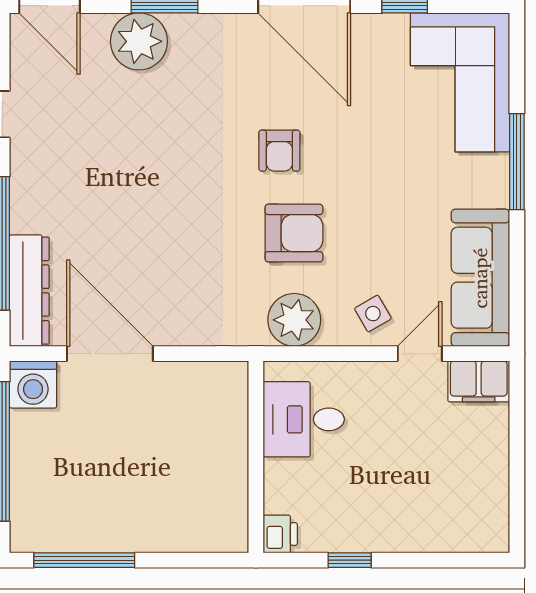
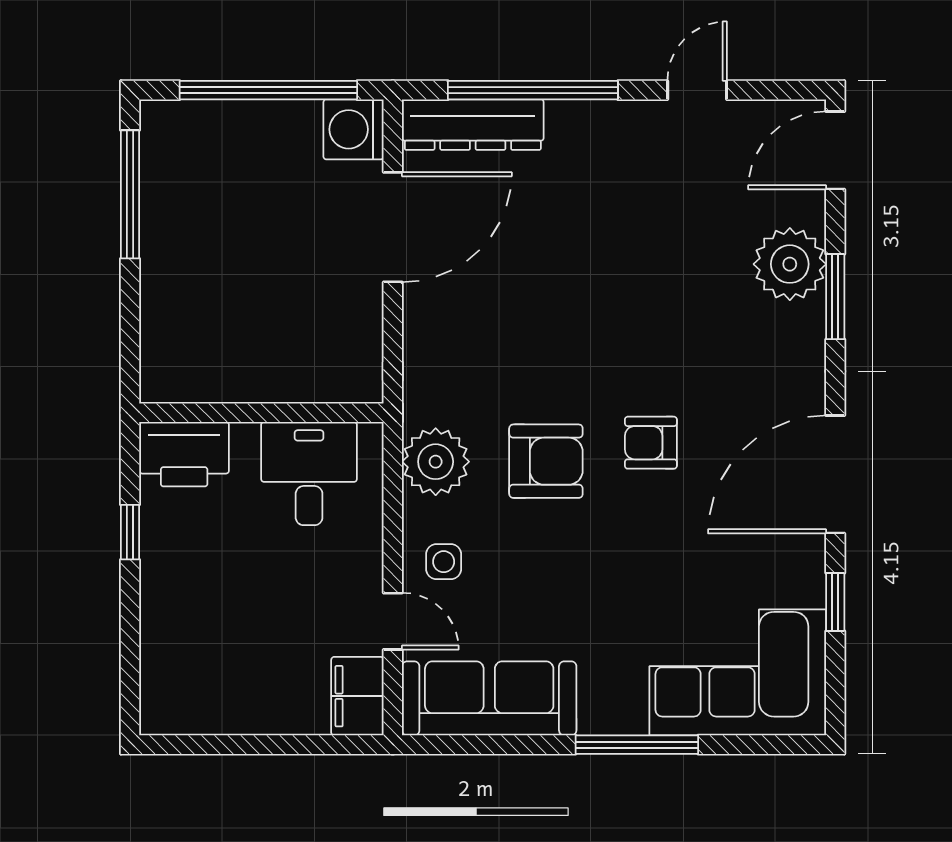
armchair: (294, 233) -> (546, 461), turned -90
side table: (373, 314) -> (444, 562), turned 30
printer: (280, 534) -> (184, 454), width x1.87, depth x1.48

